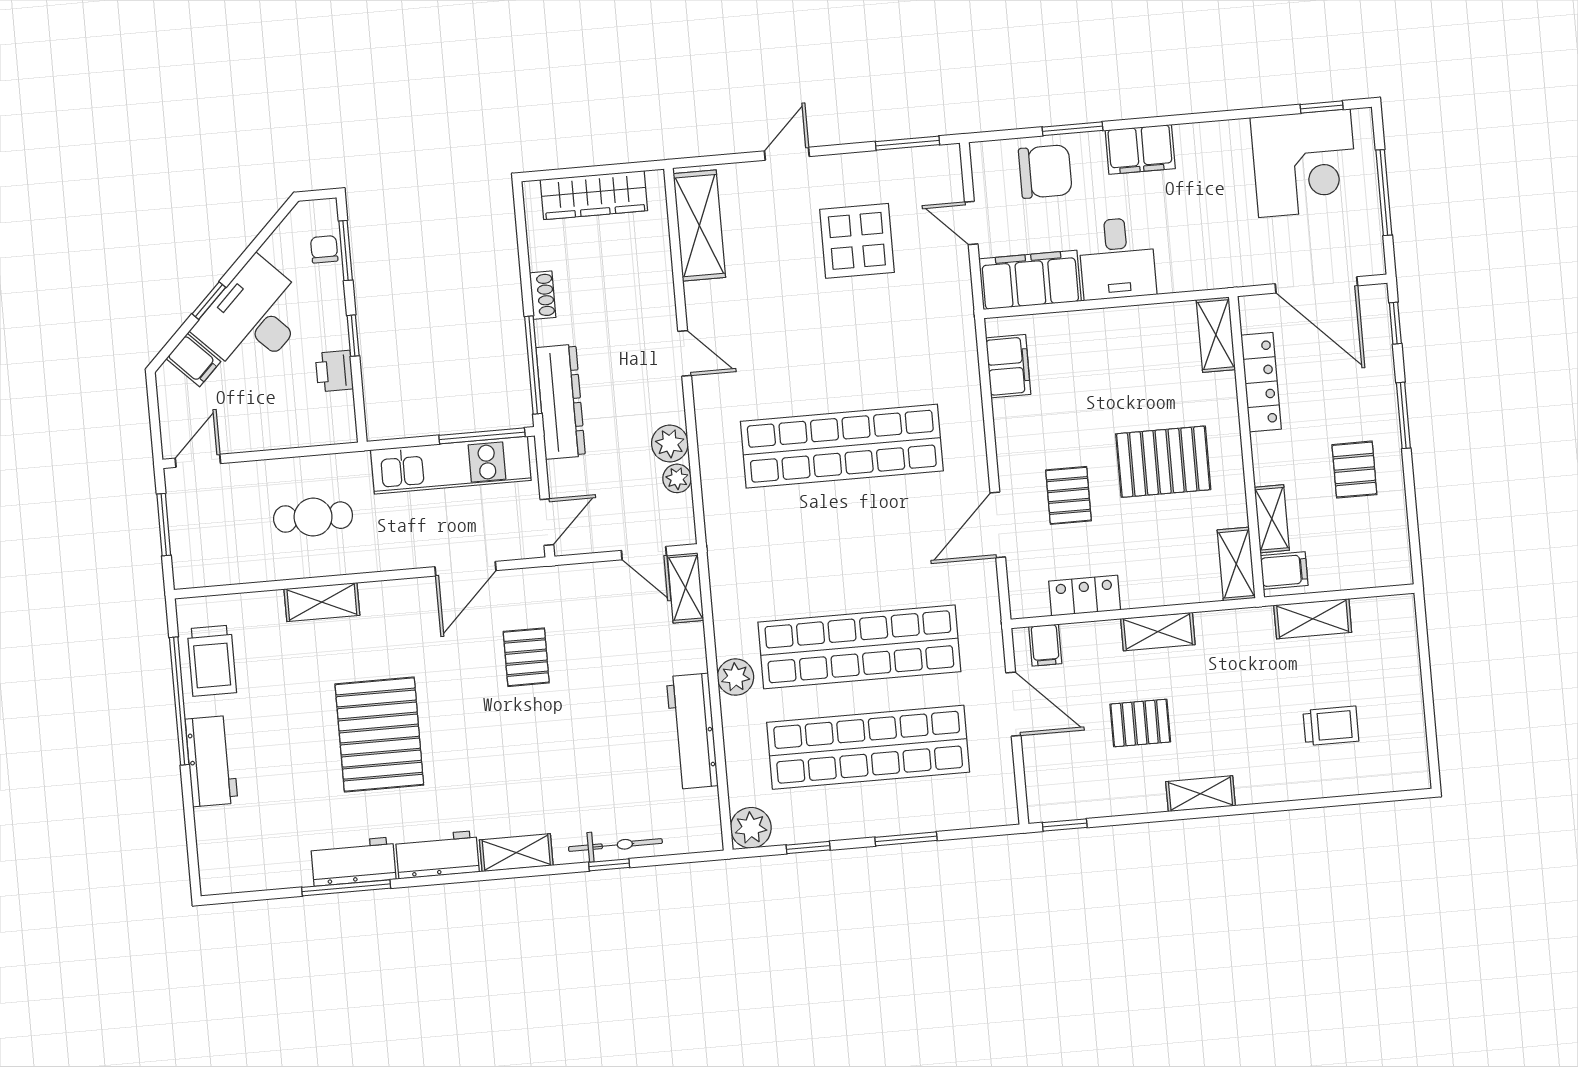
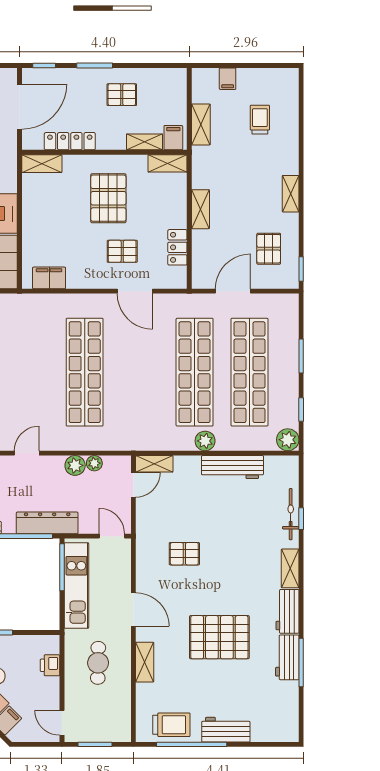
printer: (334, 371) -> (50, 665), moved, turned 90
door: (466, 569) -> (133, 609), moved
filing cabinet: (1045, 645) -> (228, 79), moved, turned 90
pallet: (1140, 723) -> (269, 249), moved

